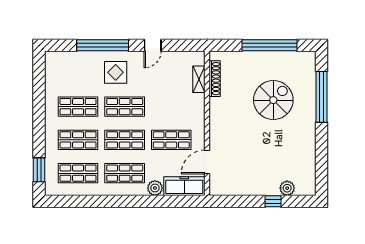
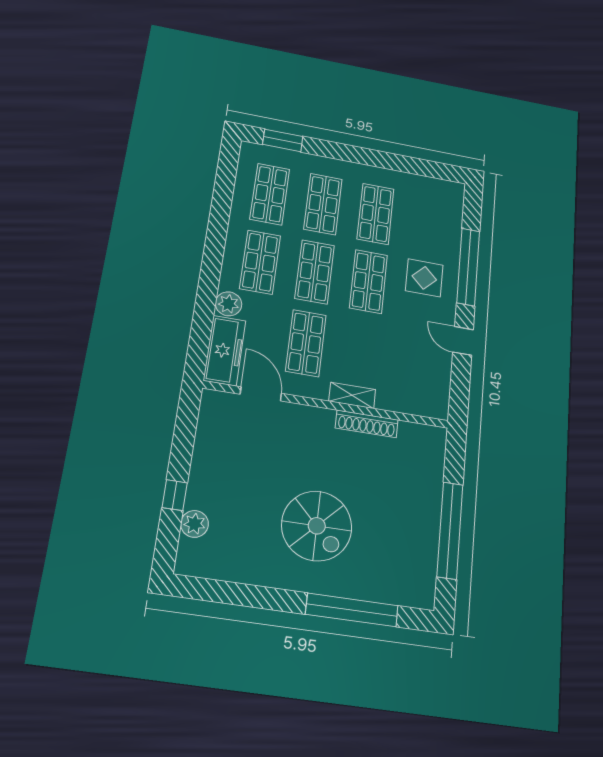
shelving: (199, 79) -> (352, 395), moved
shoe rack: (215, 79) -> (367, 424), moved
spiral stairs: (273, 100) -> (317, 526), moved

